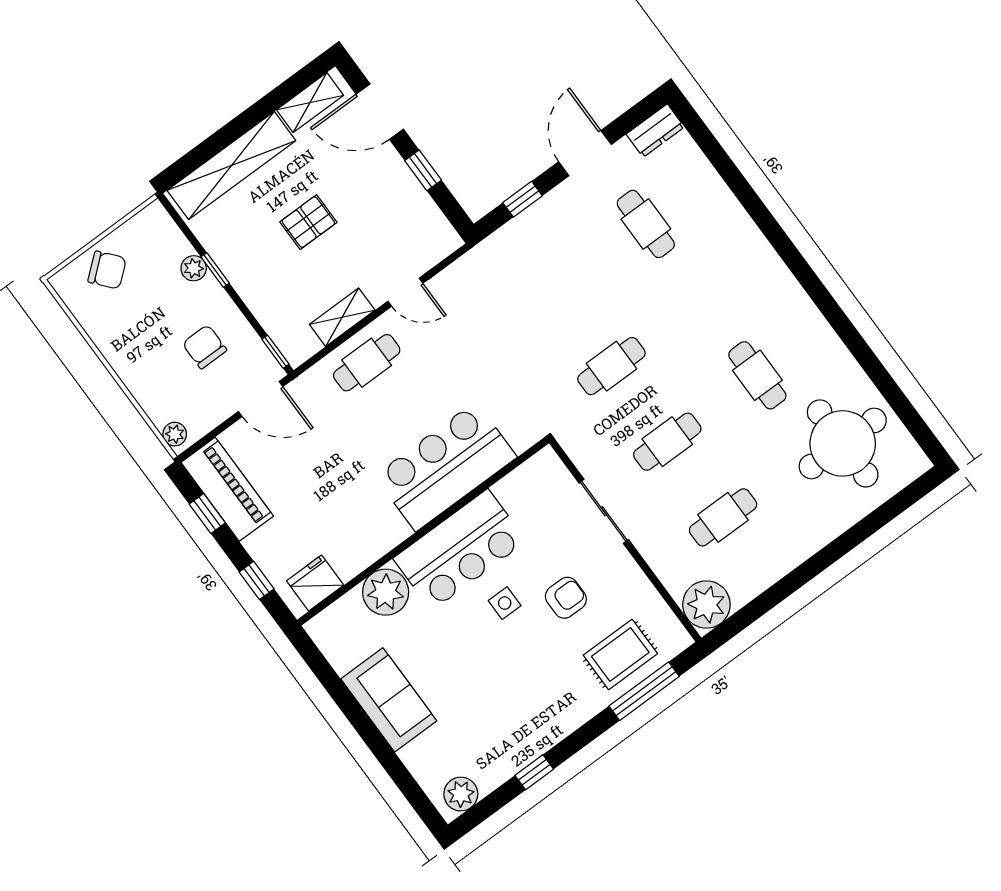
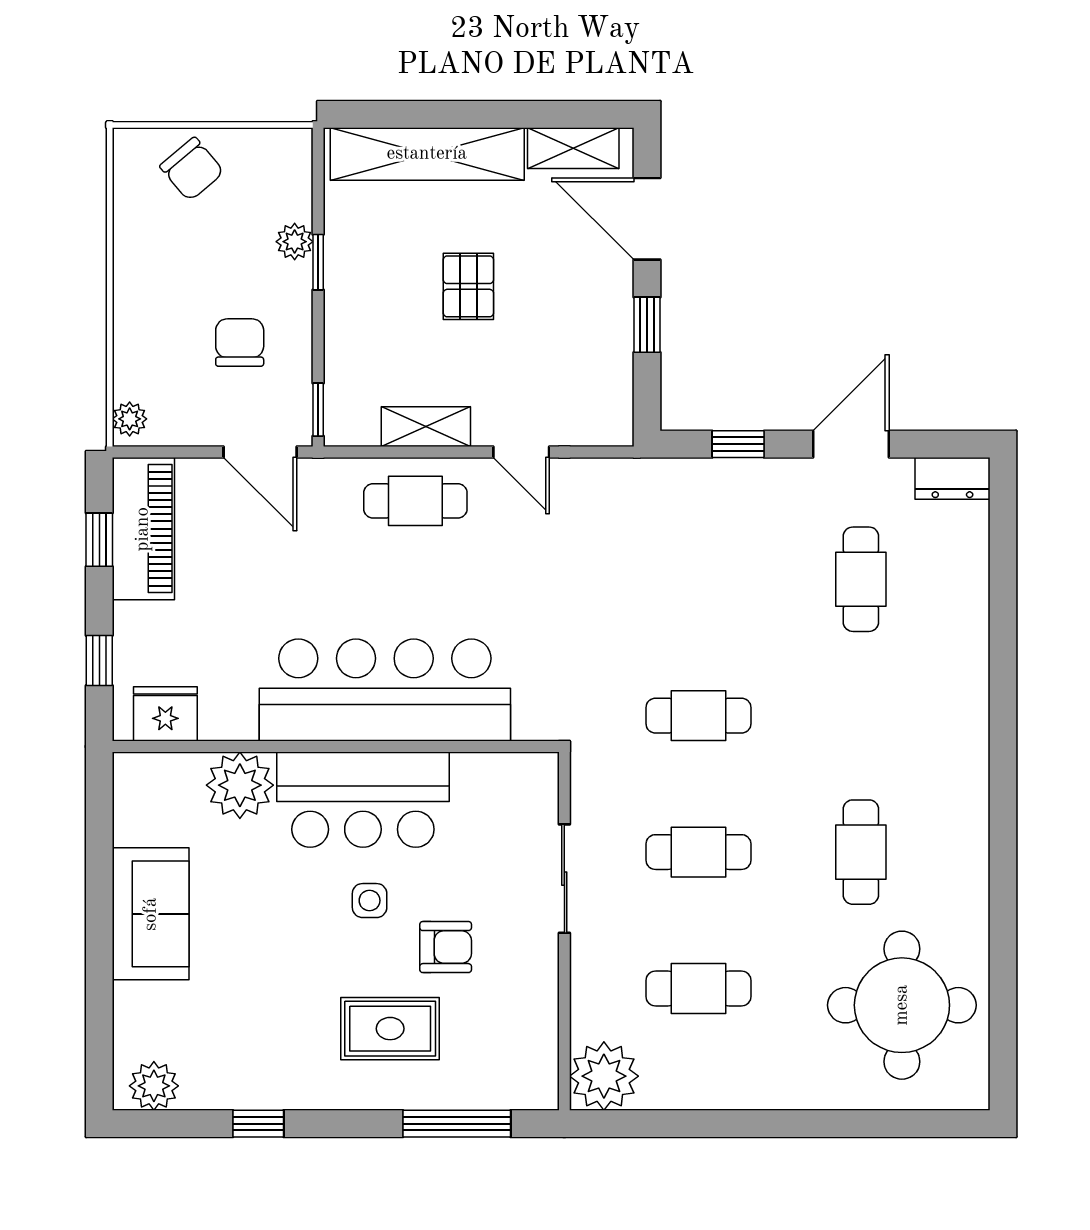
pallet: (308, 222) -> (468, 286), turned 90
bar counter: (446, 466) -> (385, 690), width x1.36
rug: (620, 654) -> (390, 1029), moved

